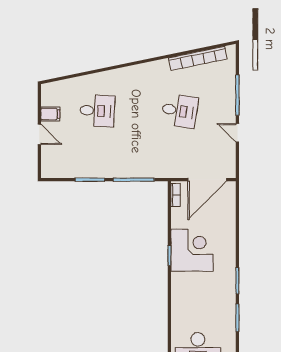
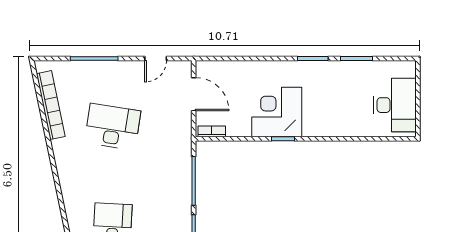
desk: (180, 111) -> (113, 127), width x1.37
door: (237, 133) -> (156, 58), moved
door: (207, 180) -> (194, 94), width x0.73

